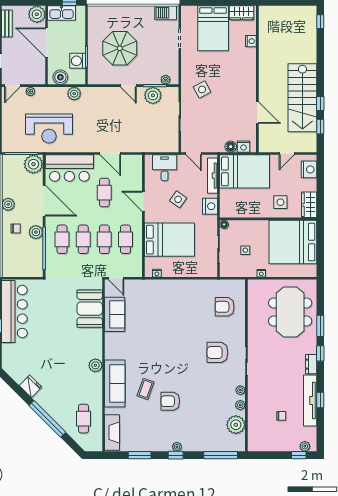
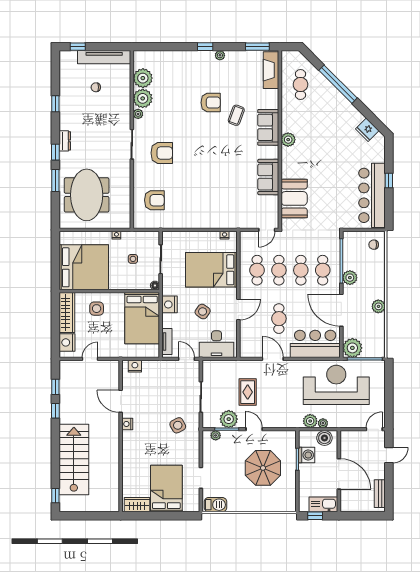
plant: (37, 14) -> (349, 503), removed
nightstand: (251, 41) -> (127, 424), moved
plant: (30, 92) -> (323, 423), moved
stairs: (302, 98) -> (74, 460), moved
rug: (135, 122) -> (248, 392), added
reception desk: (49, 129) -> (336, 385), width x1.36, depth x1.30
floor lamp: (231, 147) -> (148, 366), removed
desk: (165, 168) -> (217, 344), width x1.37
bed: (245, 171) -> (142, 318), moved, turned -90
tv unit: (213, 176) -> (167, 341), width x0.71
door: (143, 201) -> (238, 310), hinge flipped
wardrobe: (309, 205) -> (67, 313), width x1.50
chair: (16, 228) -> (374, 245), moved
door: (116, 278) -> (267, 230), swing flipped
sofa: (115, 314) -> (268, 177), moved
sofa: (115, 383) -> (268, 127), width x0.73
fridge: (31, 386) -> (367, 130), moved
tv unit: (310, 400) -> (104, 57), moved, turned 90
plant: (240, 405) -> (143, 98), width x1.87, depth x1.87
plant: (305, 446) -> (71, 56), removed
plant: (177, 447) -> (220, 55), moved
window: (140, 455) -> (257, 47), moved
window: (221, 455) -> (159, 47), removed

